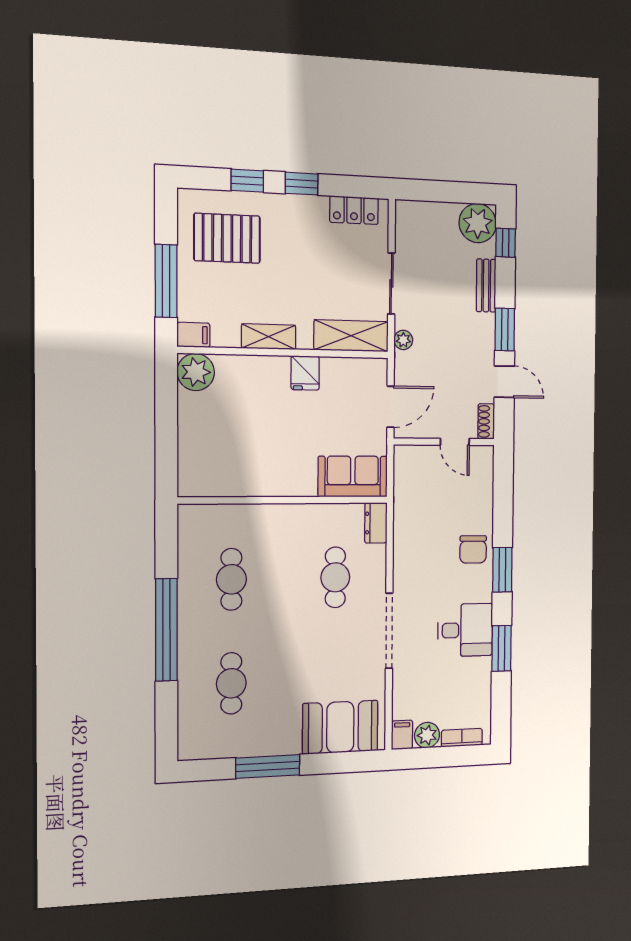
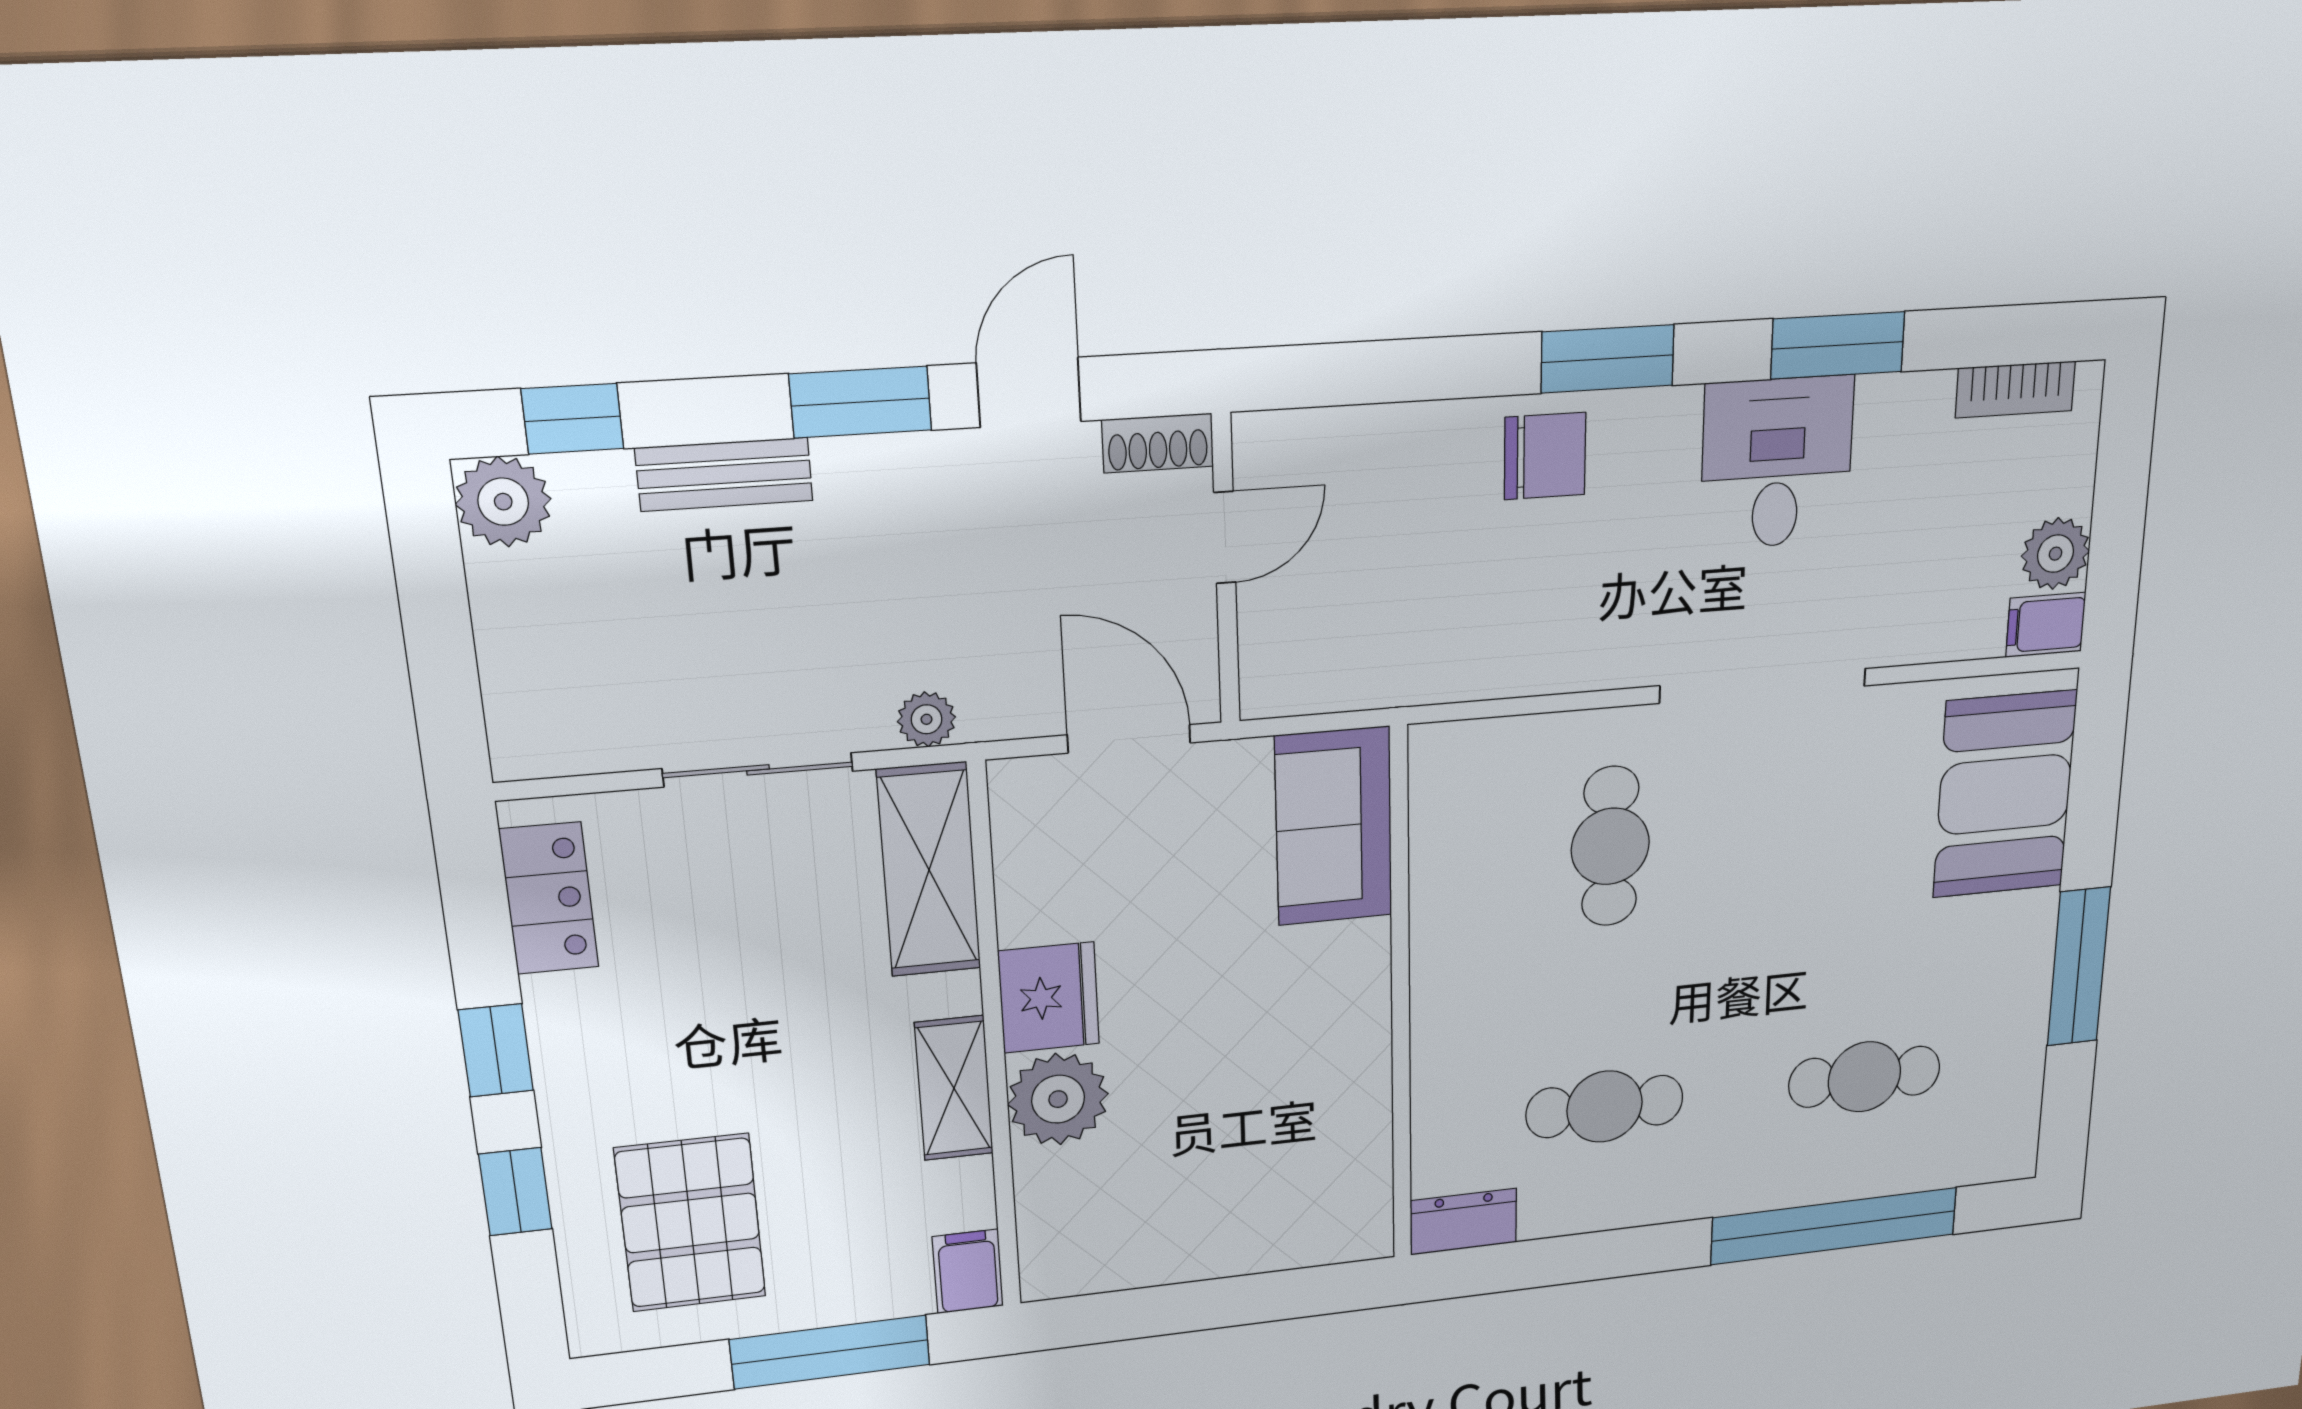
plant: (478, 223) -> (503, 502), width x0.73, depth x0.73
plant: (196, 372) -> (1058, 1099), moved
fridge: (305, 373) -> (1049, 998), width x1.38
dresser: (376, 523) -> (1464, 1222), moved, turned 180
cafe table: (335, 577) -> (1610, 846), turned 90
window: (166, 630) -> (1834, 1226), moved
bookcase: (462, 738) -> (2015, 389), moved, turned -90

